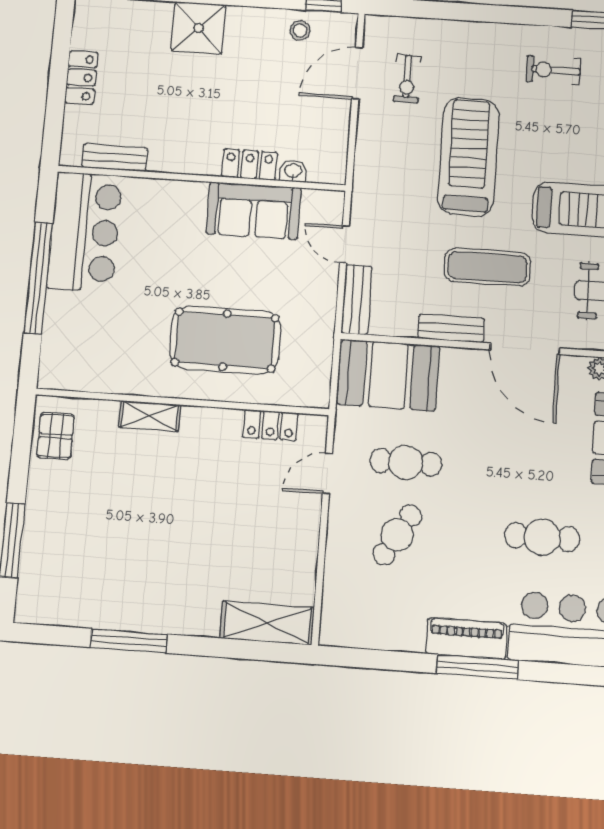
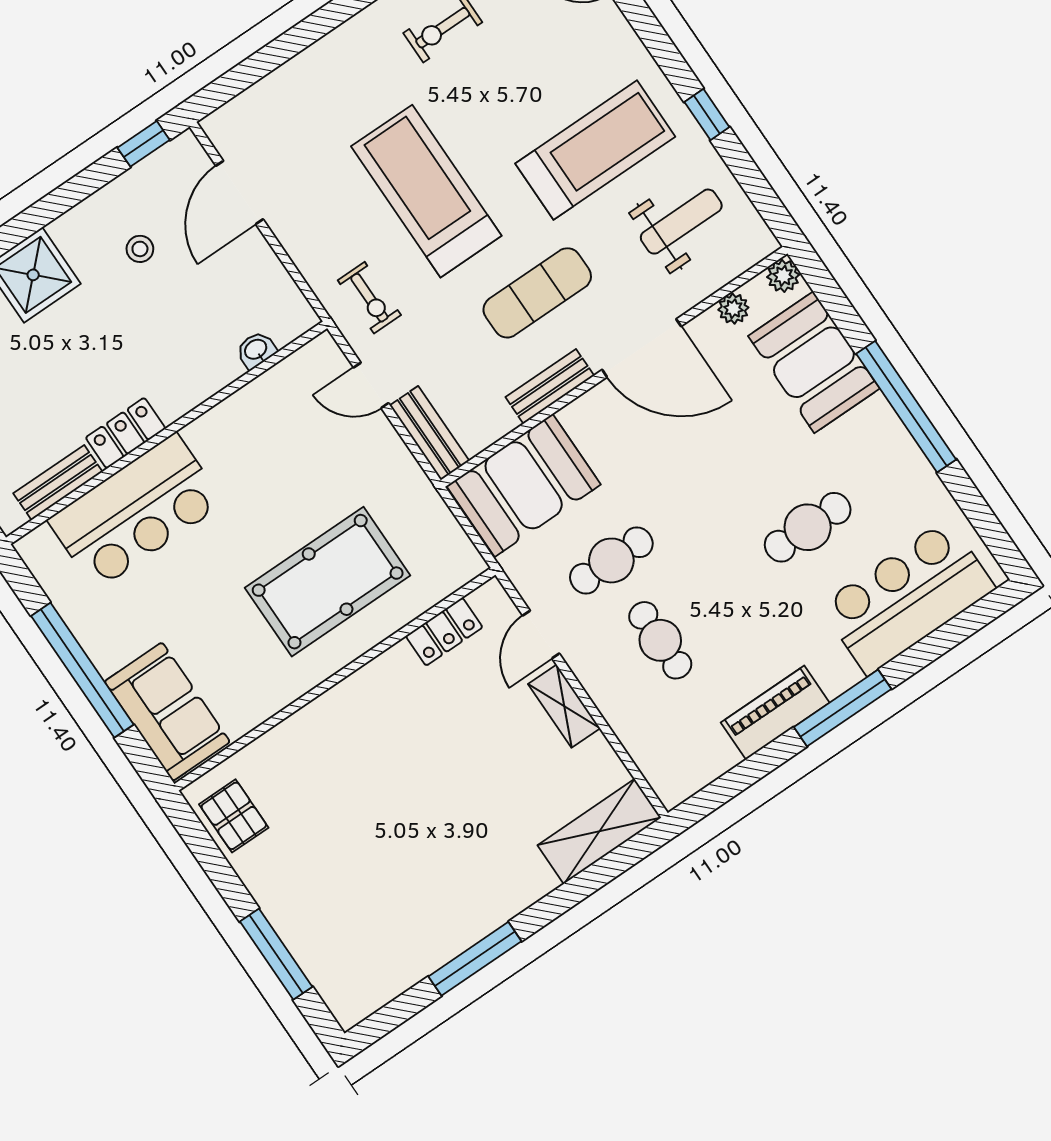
stool: (300, 30) -> (140, 249), moved
exercise bike: (407, 79) -> (369, 298), moved
locker: (249, 165) -> (126, 433), moved
sofa: (254, 211) -> (167, 712), moved, turned -90
bar counter: (85, 232) -> (136, 511), moved, turned 90
shelving: (150, 416) -> (564, 706), moved, turned 90
cafe table: (397, 535) -> (660, 640), turned -31
piano: (466, 639) -> (775, 713), moved

